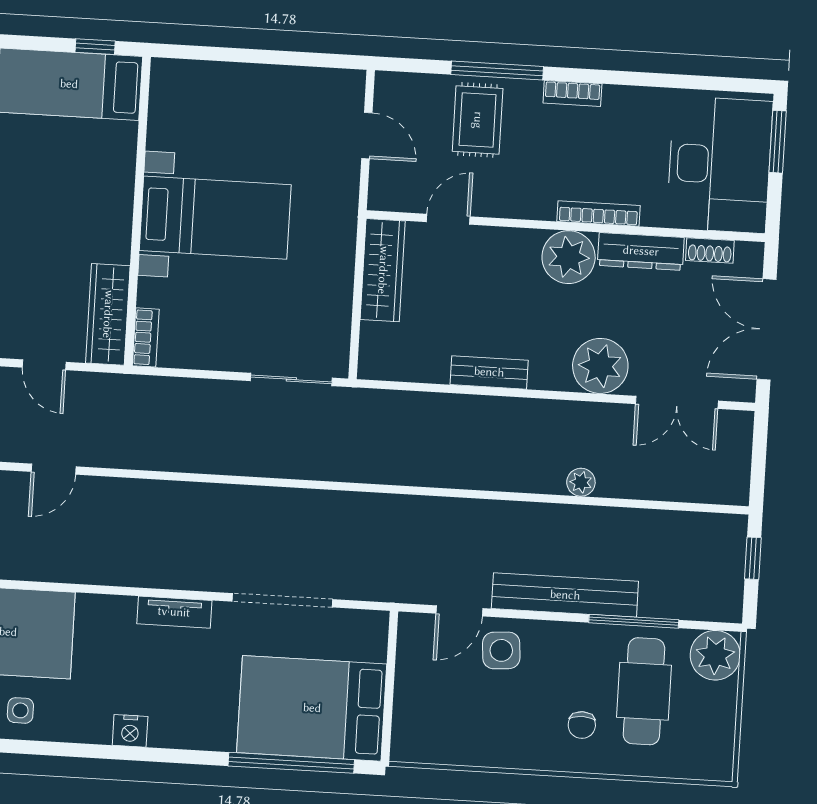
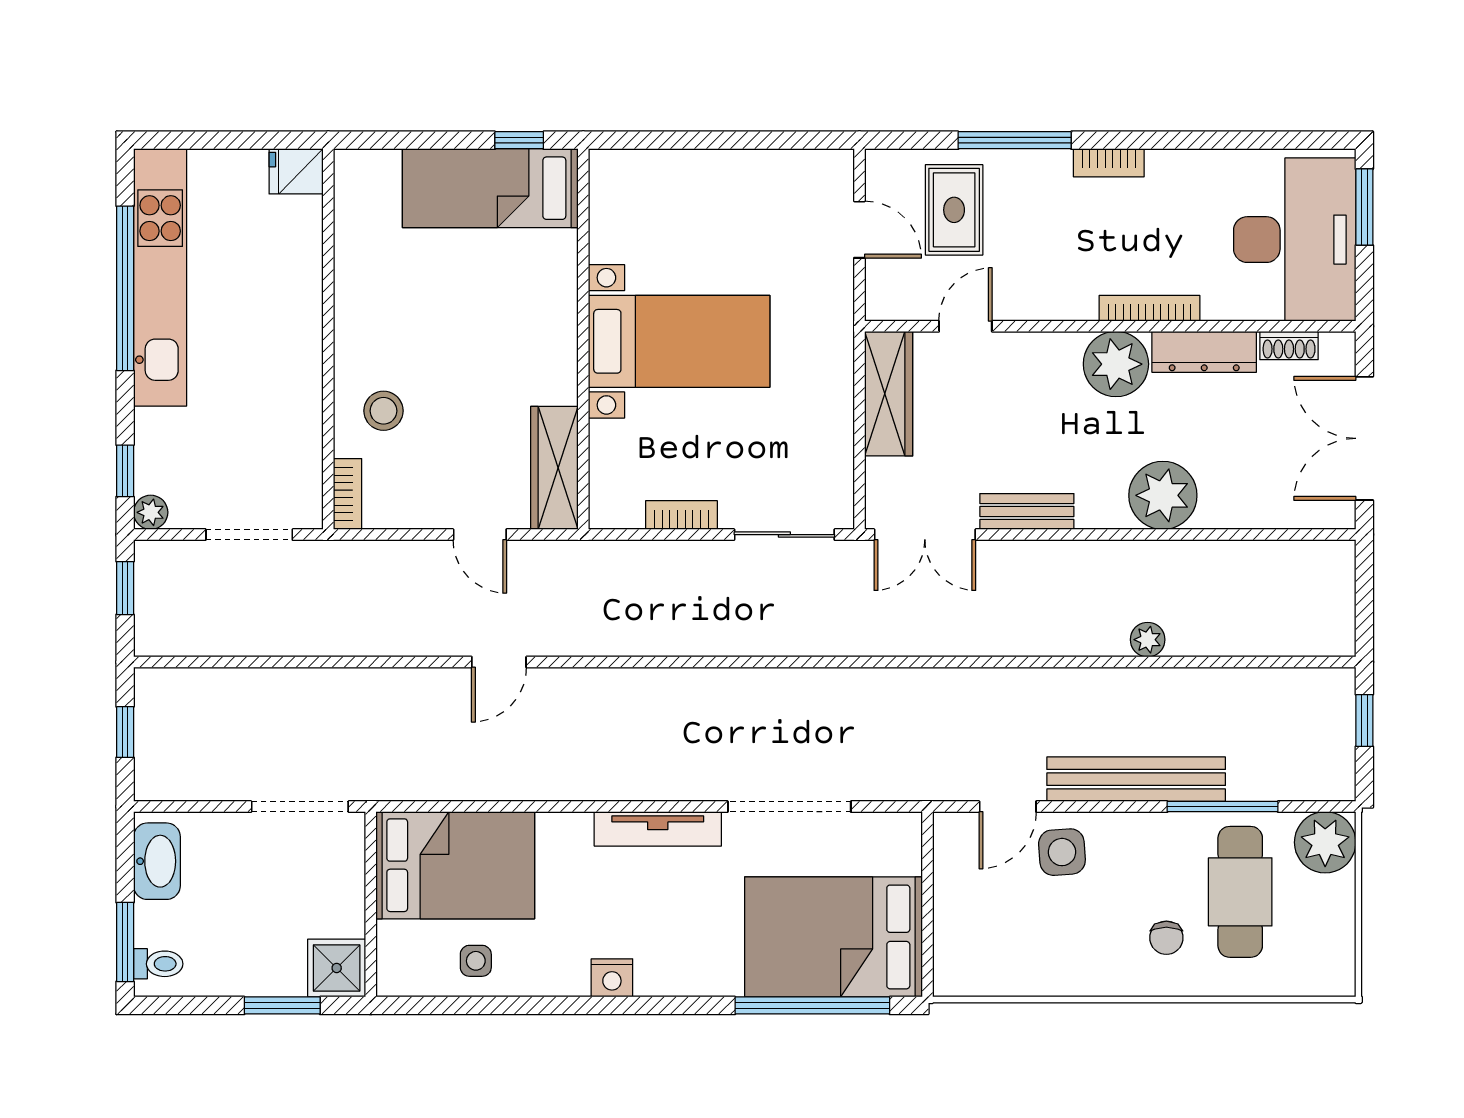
rug: (478, 120) -> (954, 210), moved
bookcase: (146, 337) -> (681, 515), moved, turned -90
double door: (677, 402) -> (925, 535), moved
tv unit: (174, 612) -> (658, 829), width x1.41

